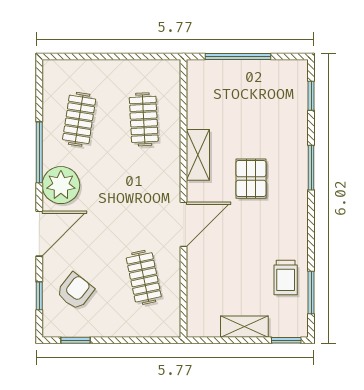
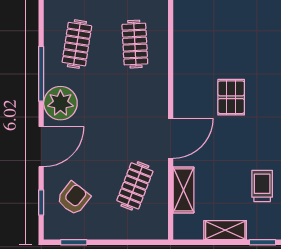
shelving: (198, 155) -> (183, 190), moved
clothes rail: (144, 277) -> (135, 186), turned 33
trolley: (286, 277) -> (262, 186), turned 180

